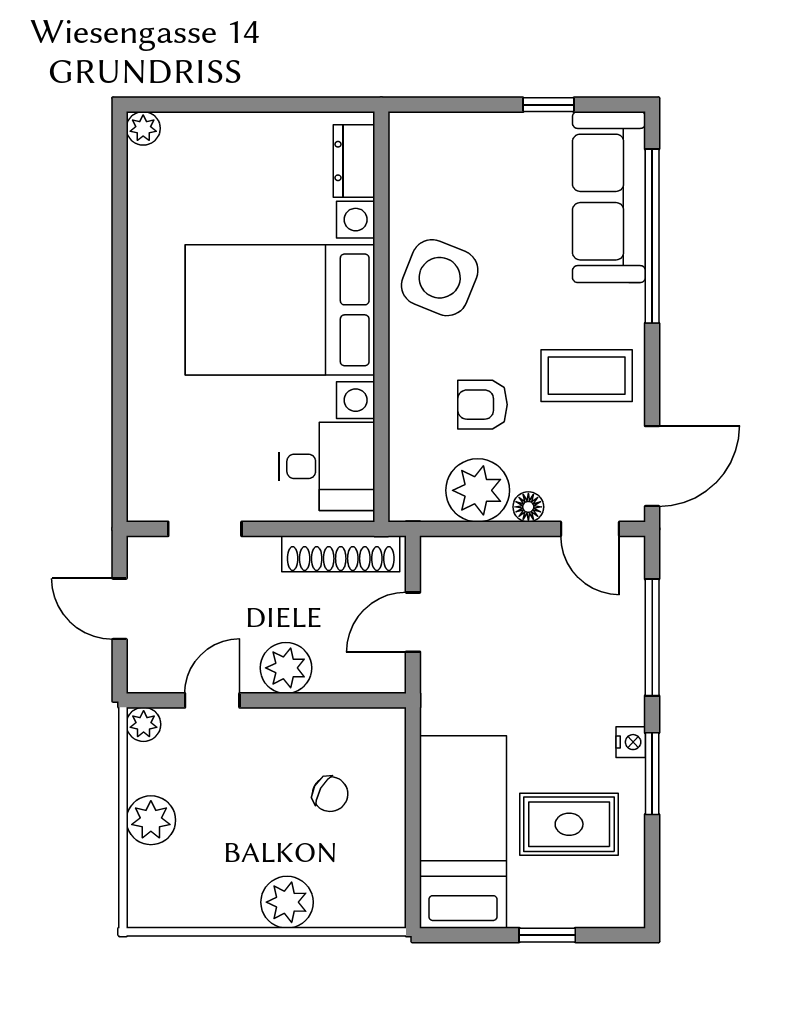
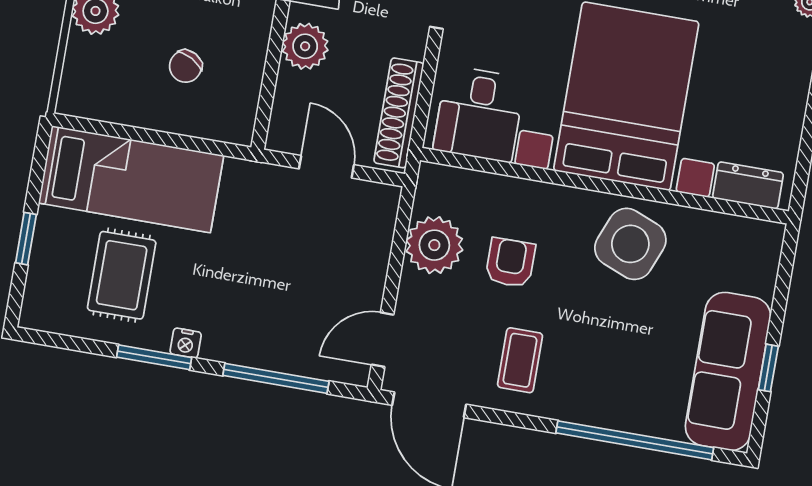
sofa: (609, 197) -> (728, 371), moved, turned -90
coffee table: (587, 376) -> (520, 360), width x0.73, depth x0.77
floor lamp: (528, 507) -> (412, 288), removed

